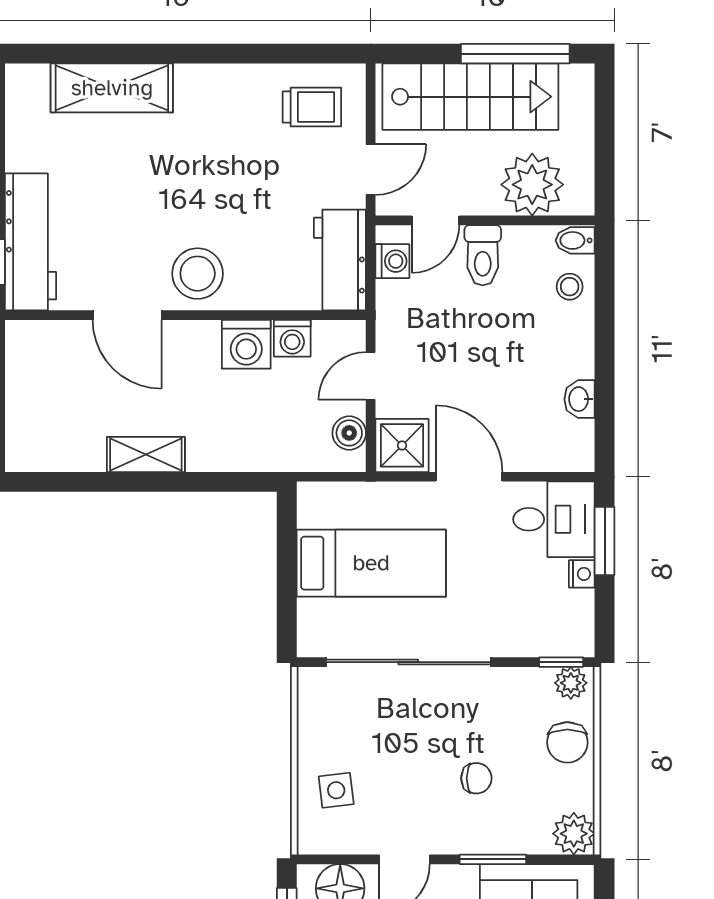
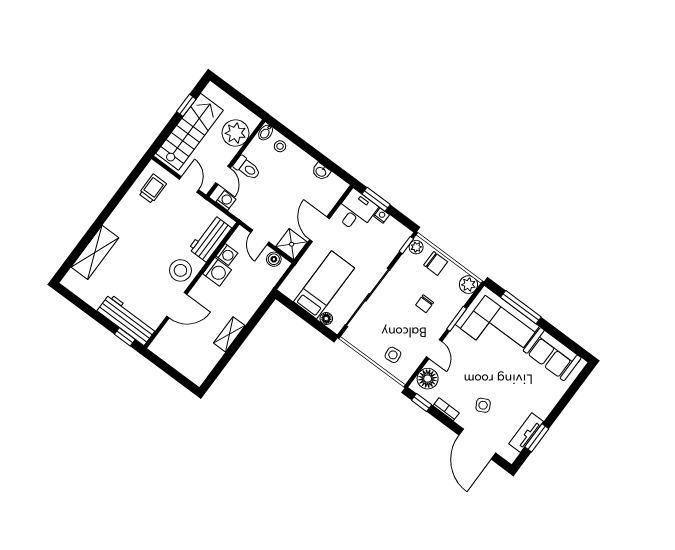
window: (515, 54) -> (186, 105), width x0.46
workbench: (340, 260) -> (210, 238), moved, turned 90
door: (469, 477) -> (319, 229), hinge flipped
floor lamp: (311, 614) -> (326, 319), added
chair: (476, 778) -> (425, 304), turned 180

